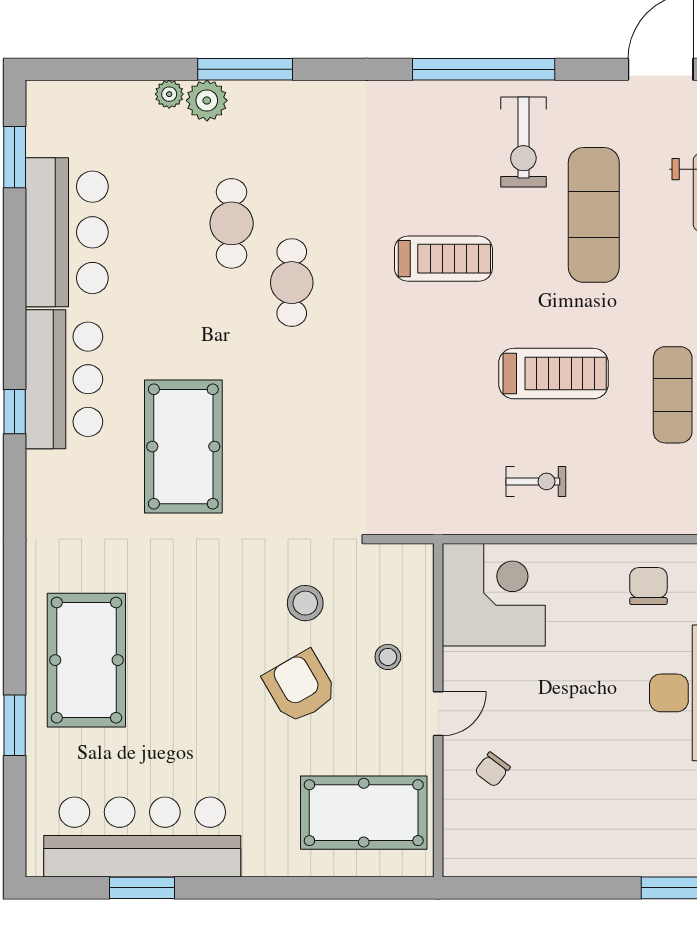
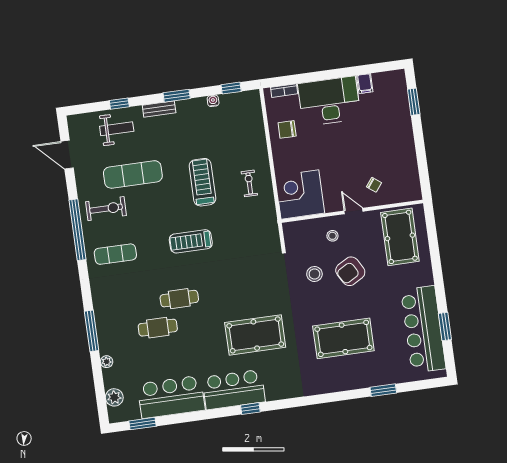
plant: (207, 100) -> (114, 397), moved
treadmill: (443, 259) -> (191, 241), moved, turned -90
exercise mat: (673, 395) -> (115, 254), moved
pool table: (86, 660) -> (343, 338), moved

